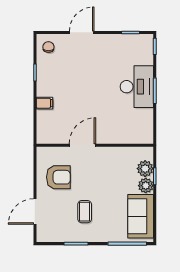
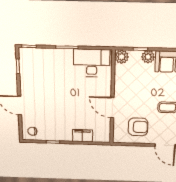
desk: (137, 87) -> (92, 63), moved
filing cabinet: (44, 103) -> (82, 136), width x2.00
plant: (145, 169) -> (122, 57), moved
armchair: (58, 177) -> (138, 127), turned 90

